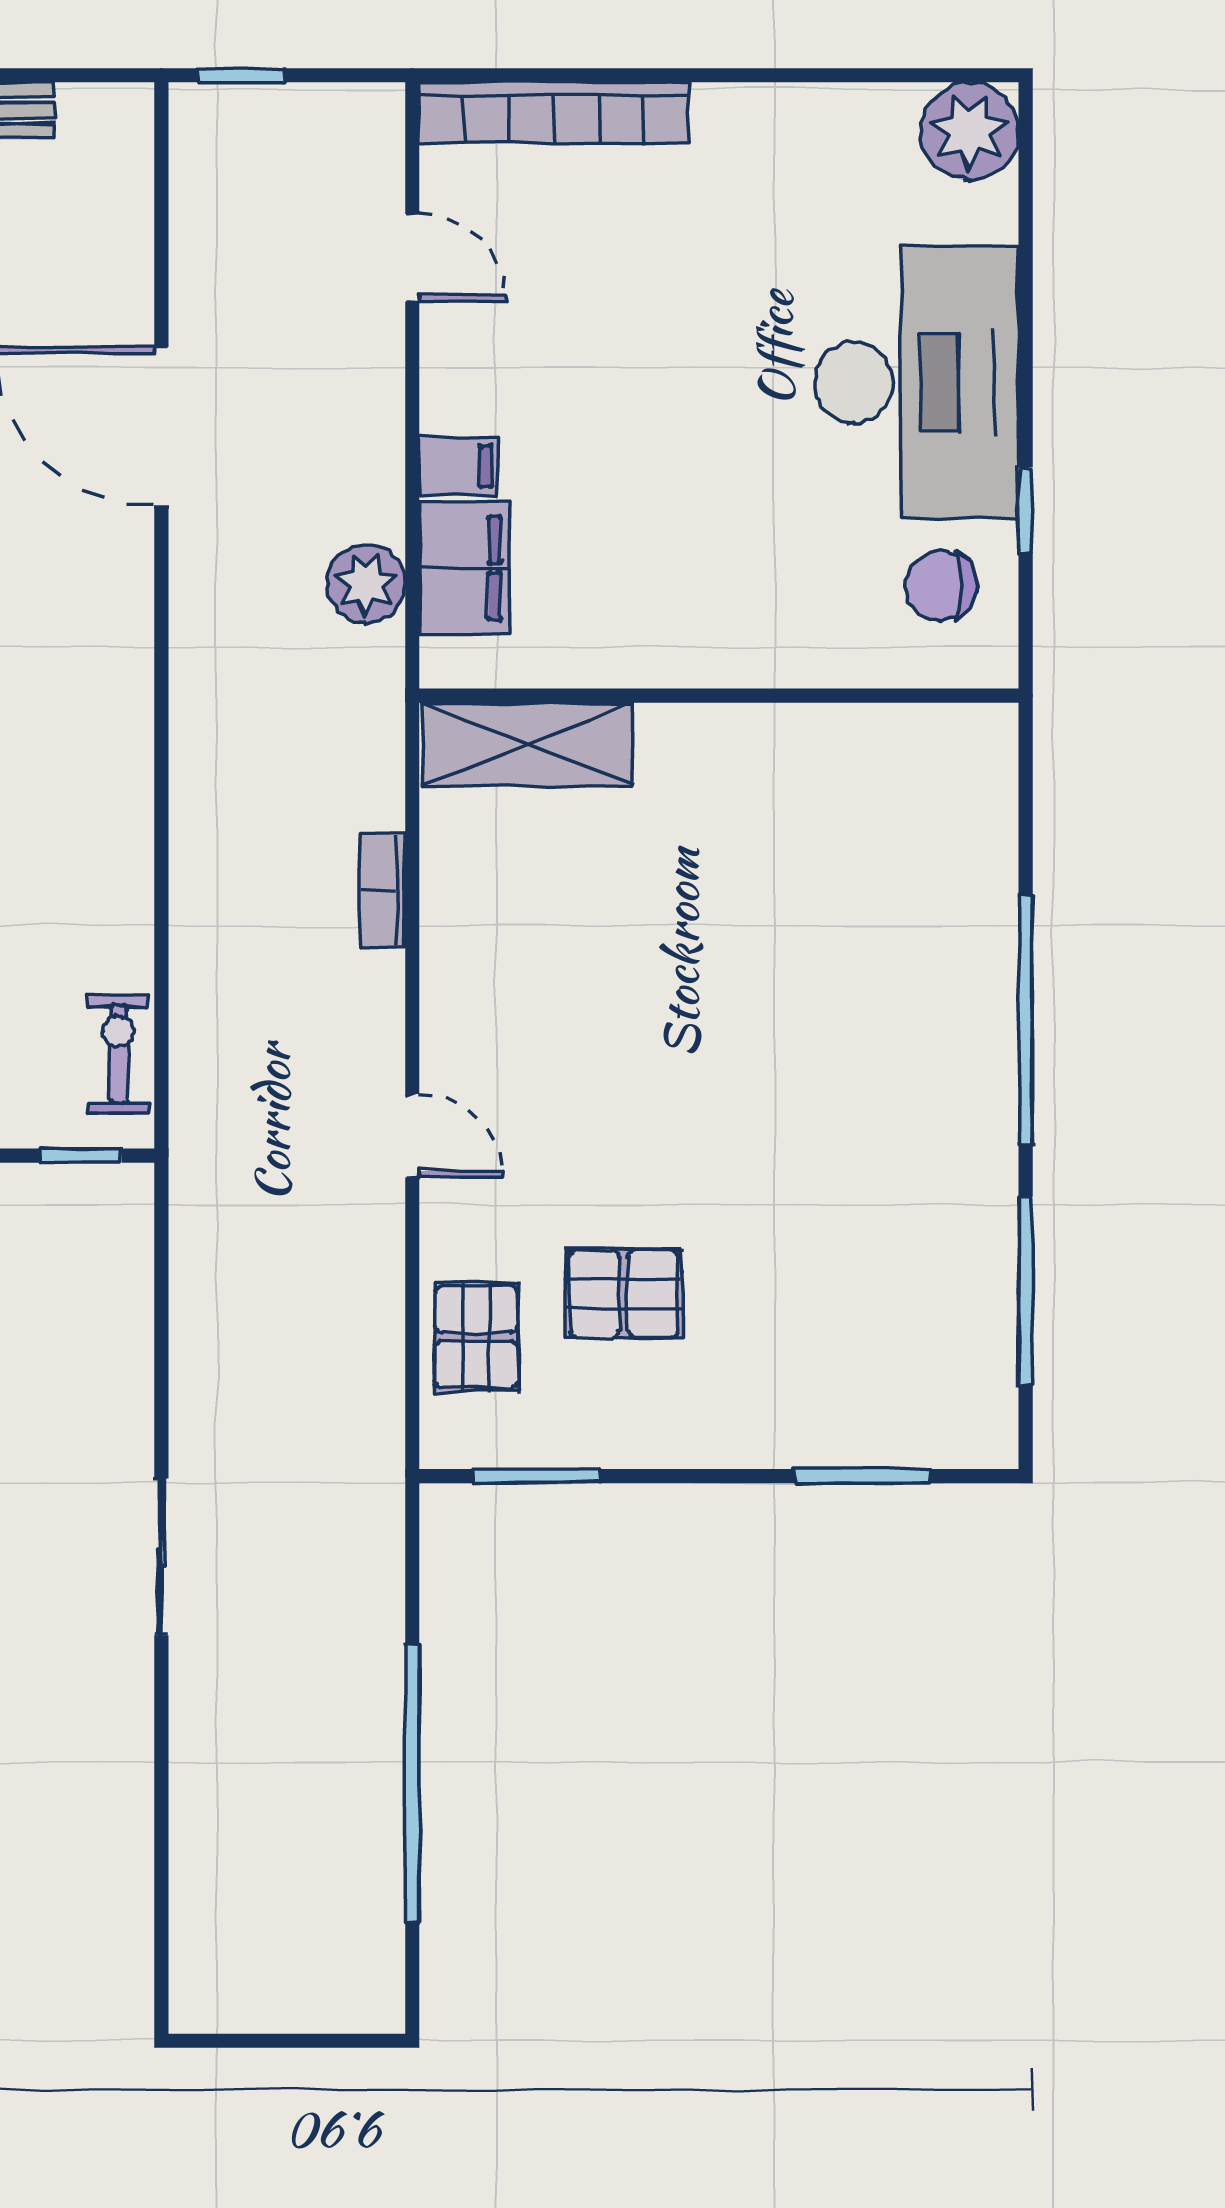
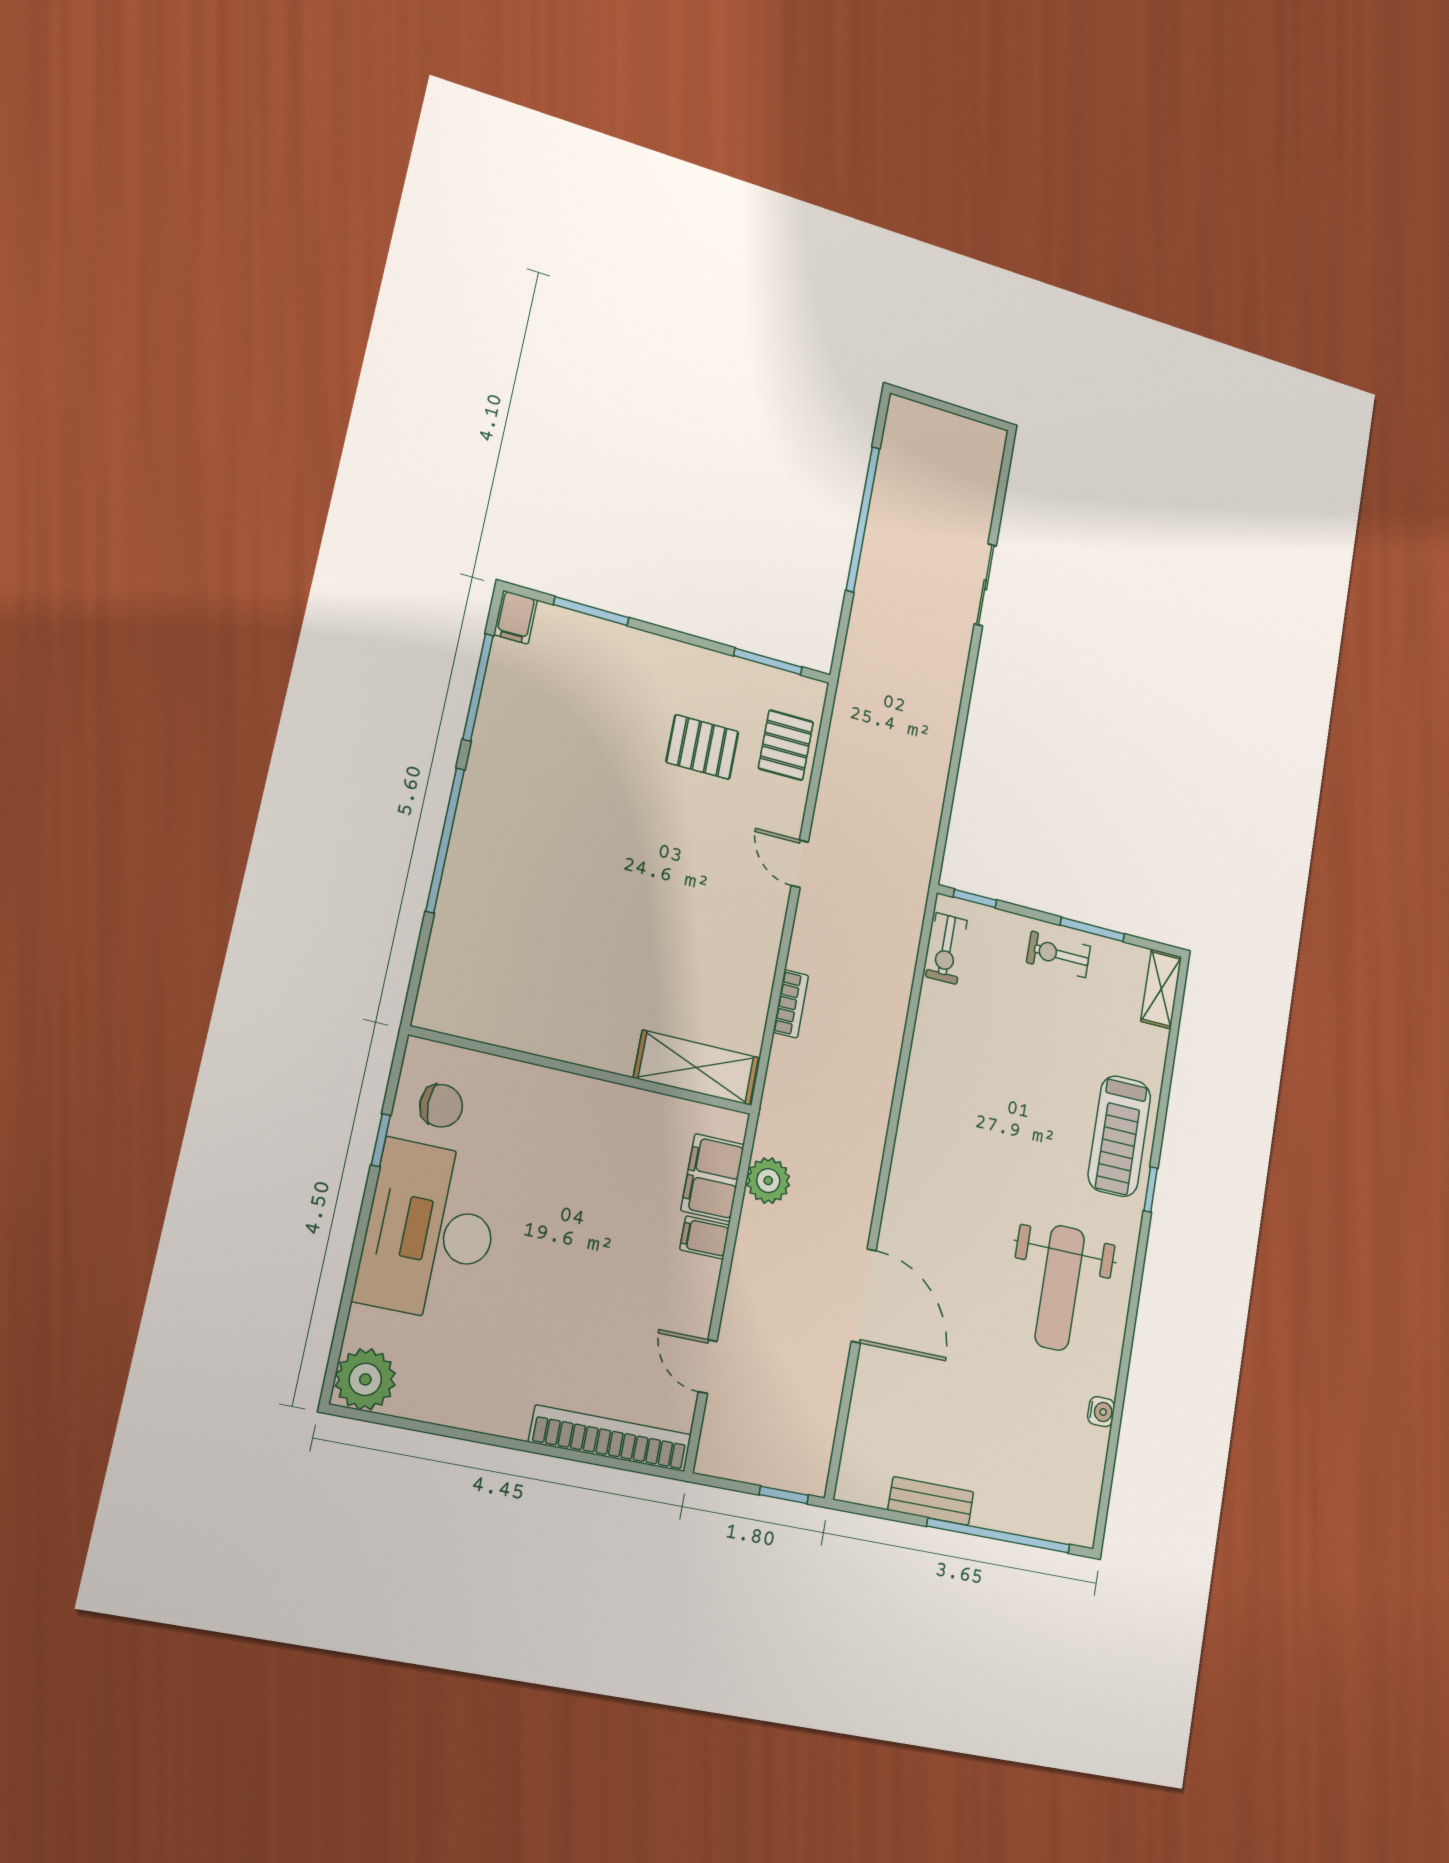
filing cabinet: (988, 1428) -> (516, 617), added
sliding door: (161, 1557) -> (985, 585), moved

